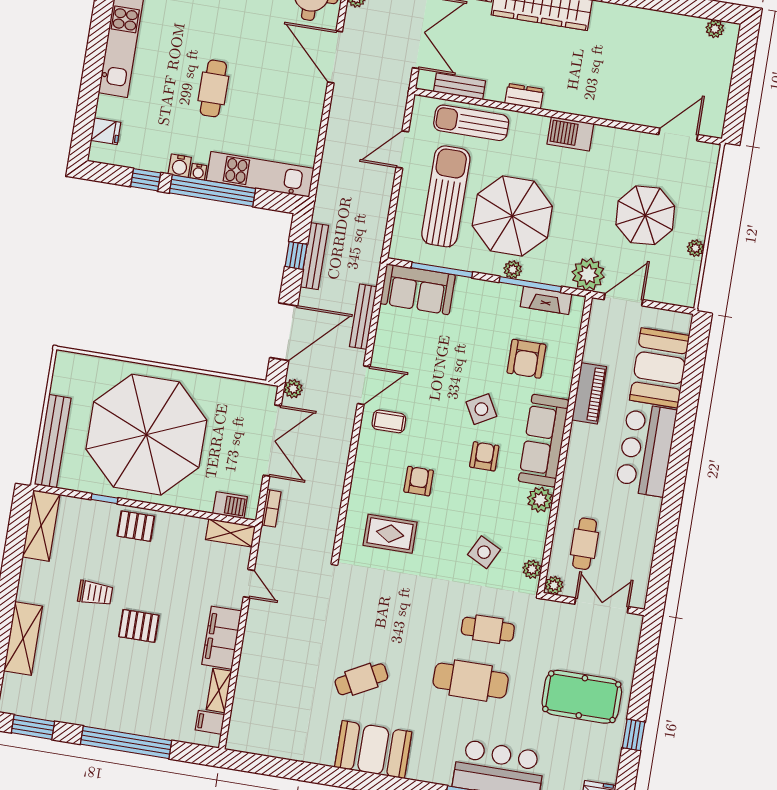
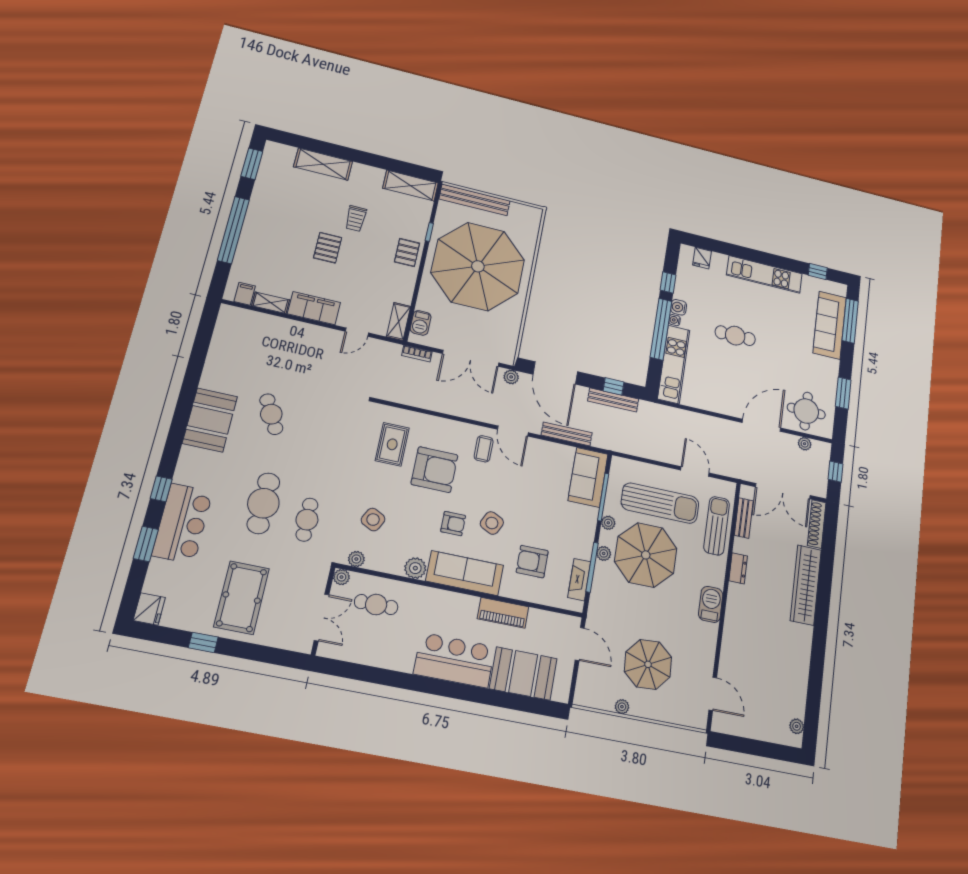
plant: (588, 274) -> (608, 523), moved, width x0.53, depth x0.53
side table: (481, 409) -> (492, 523), turned -35
armchair: (419, 481) -> (434, 470), width x1.88, depth x1.88

